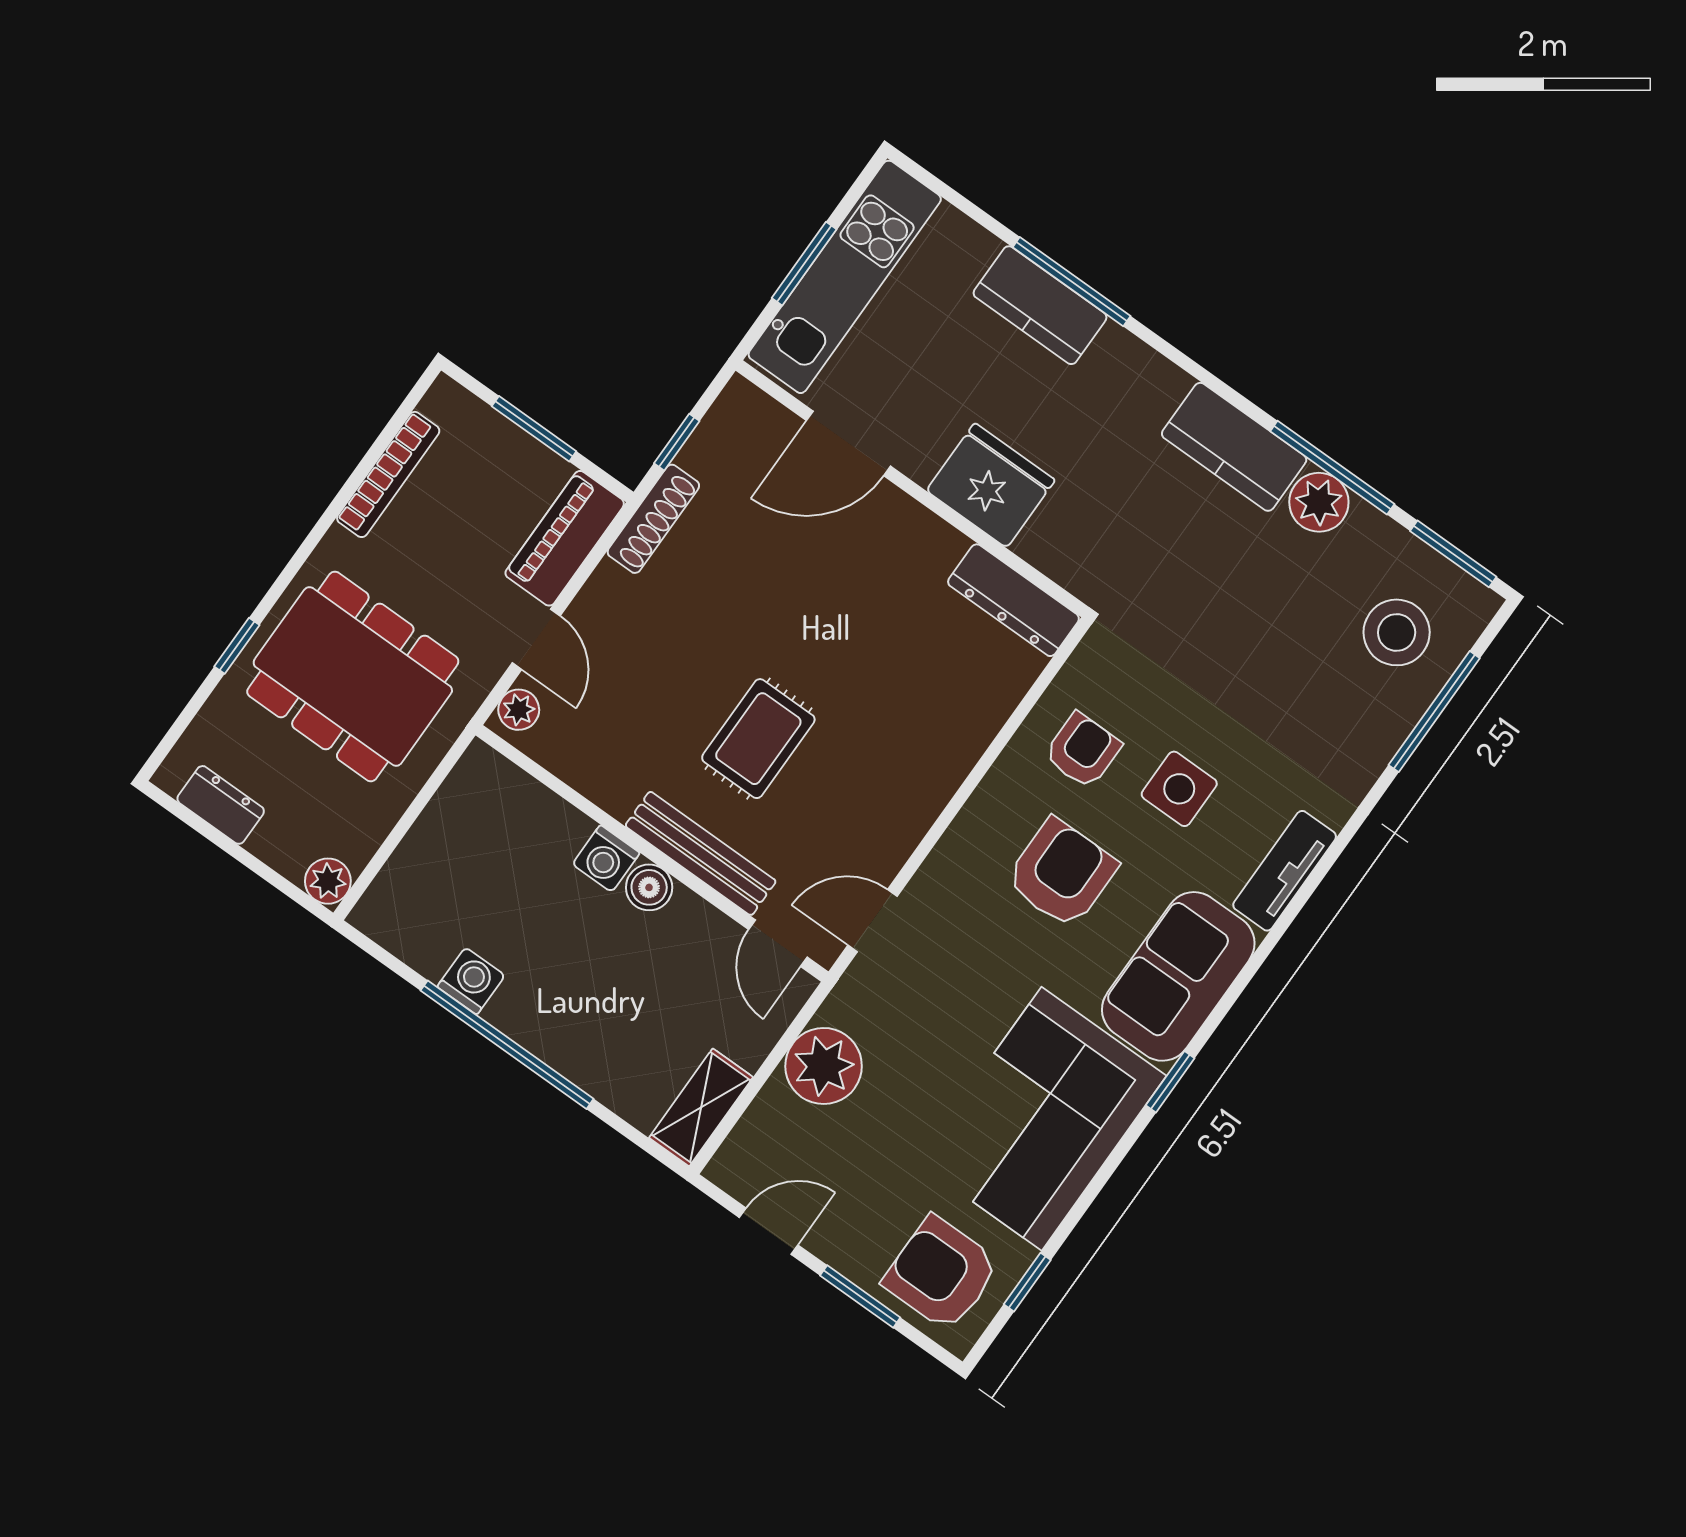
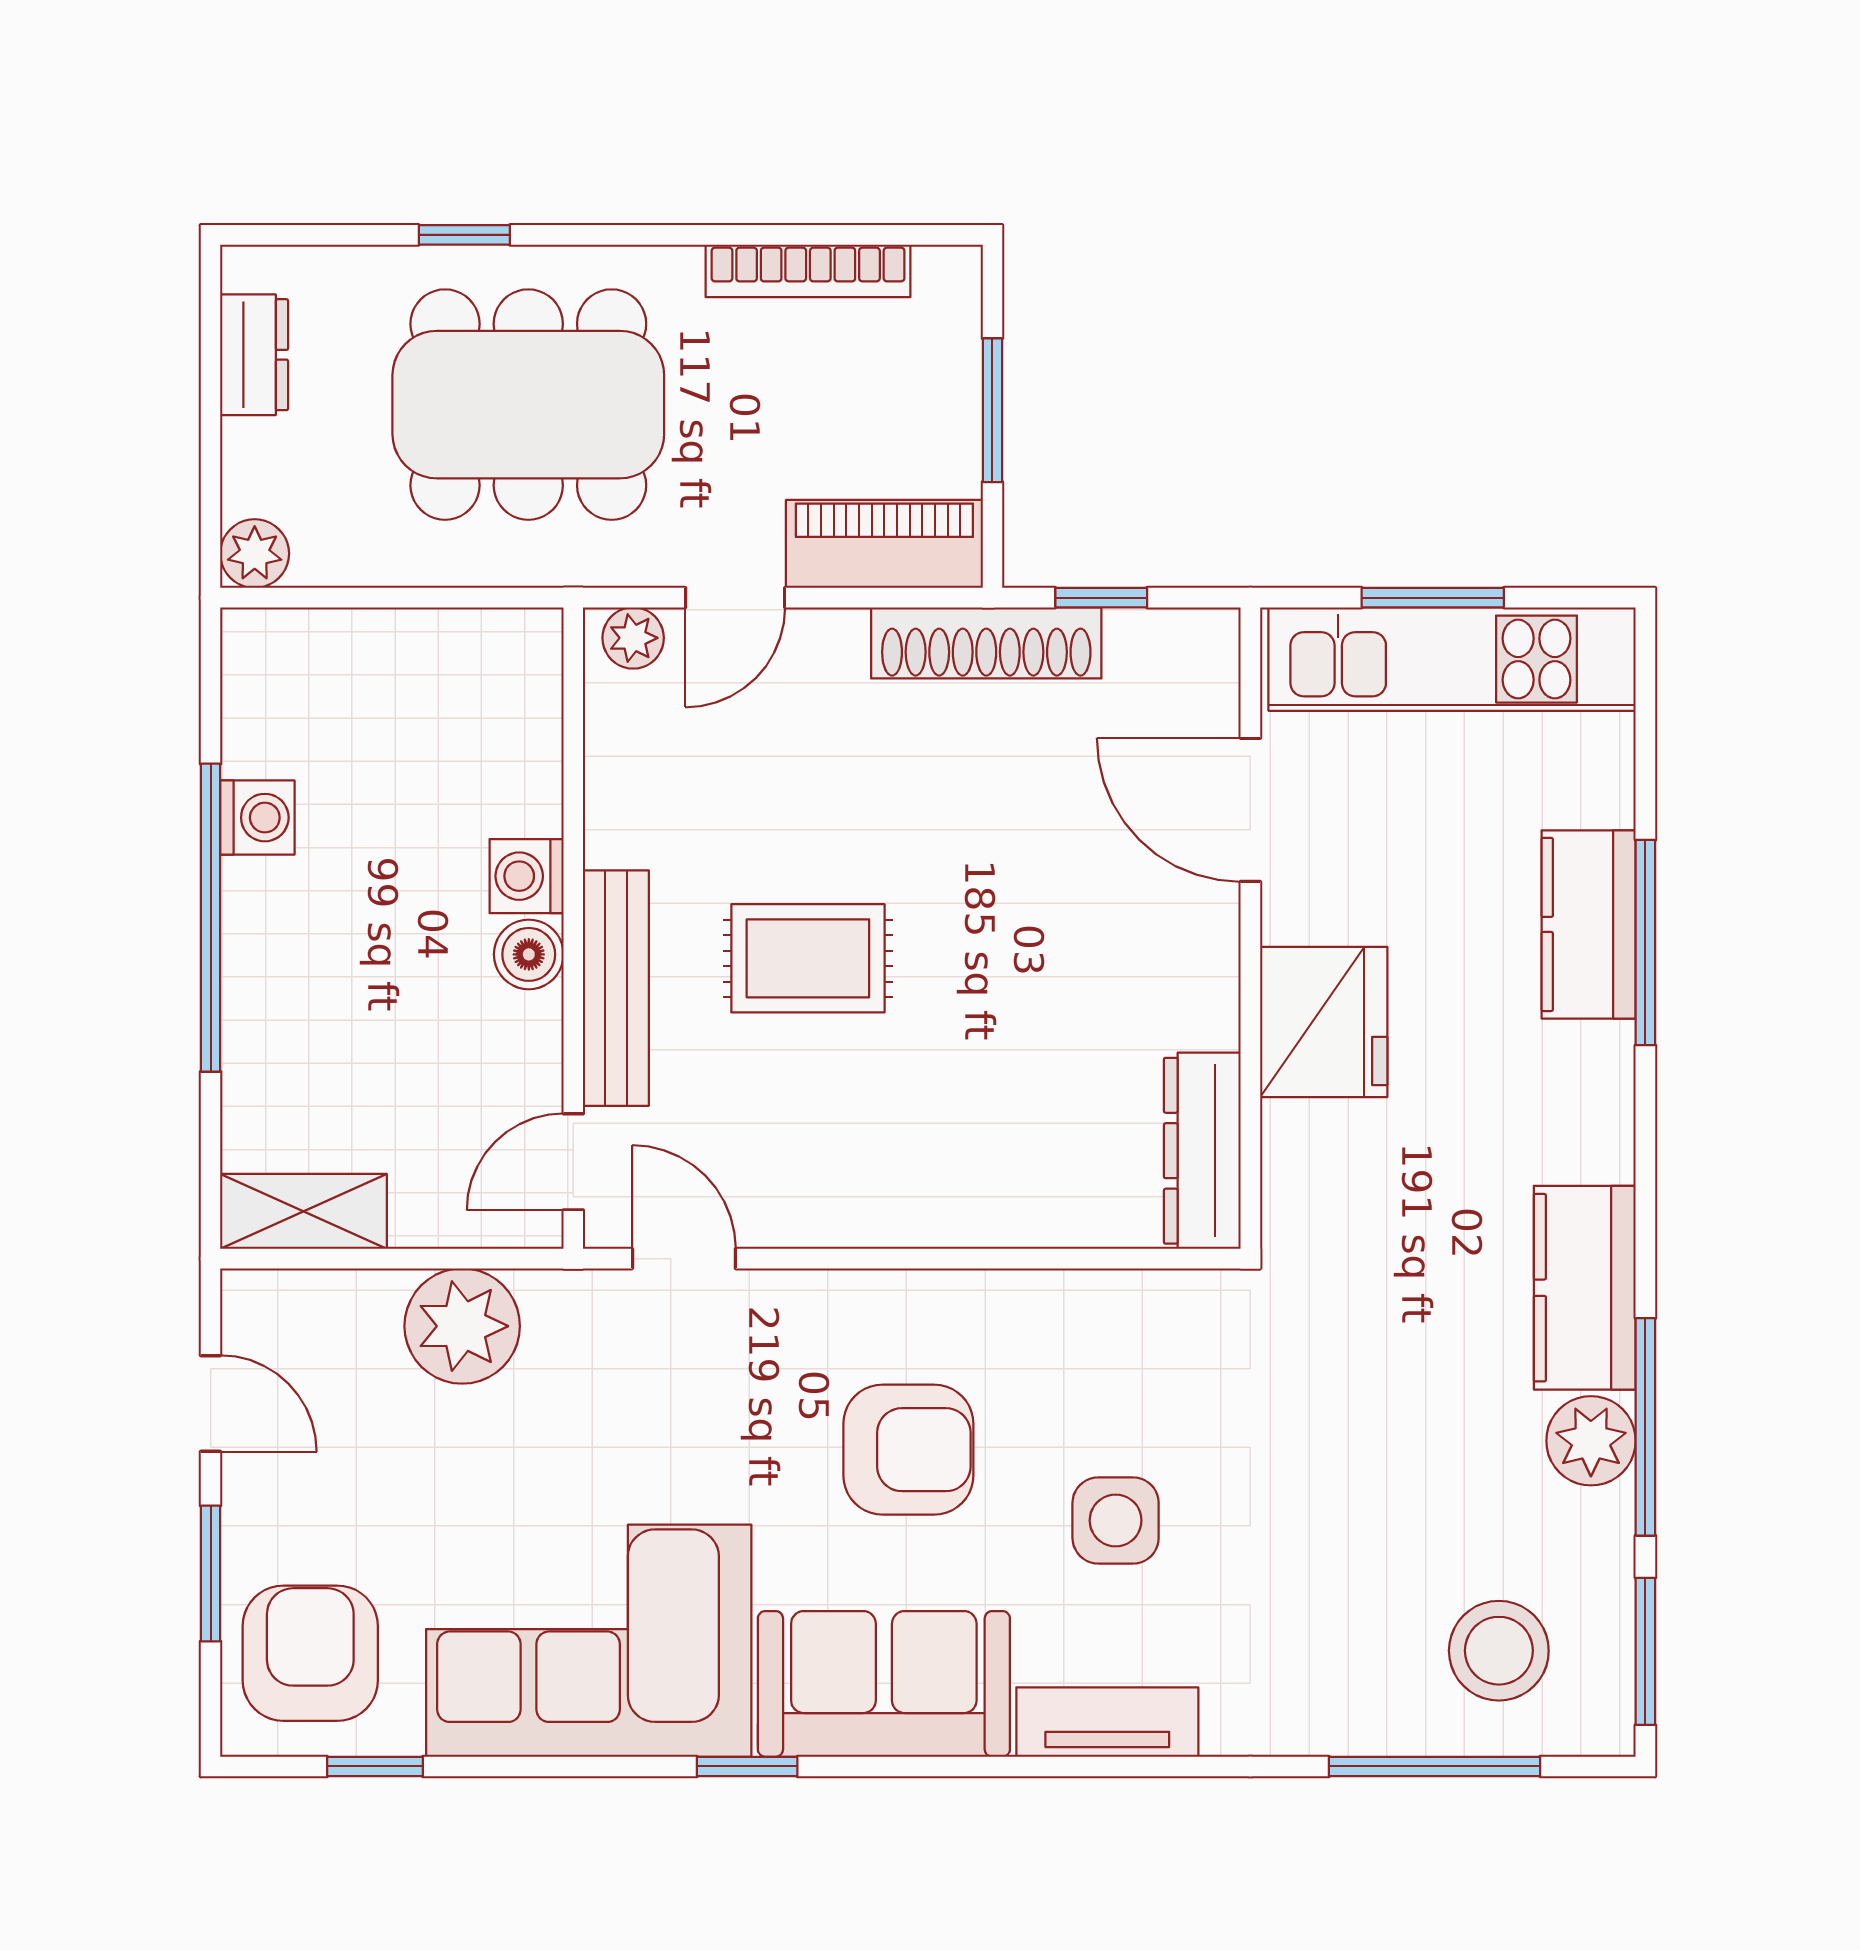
shoe rack: (653, 519) -> (986, 643), width x1.36, depth x1.24
dining table: (353, 676) -> (528, 405), turned 90
armchair: (1083, 750) -> (1078, 1368), removed

